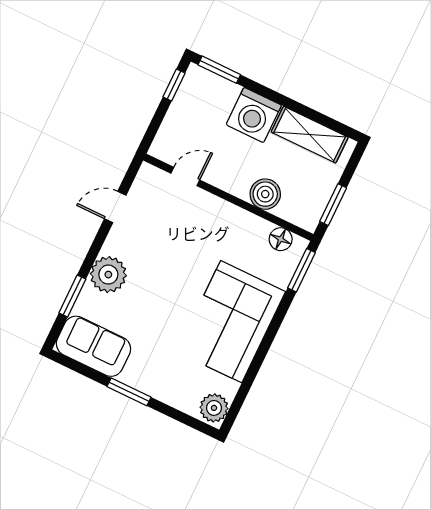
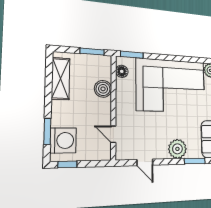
window: (219, 70) -> (47, 131), moved
washing machine: (254, 115) -> (63, 140), moved
corner sofa: (231, 322) -> (171, 86), width x1.36, depth x1.36

